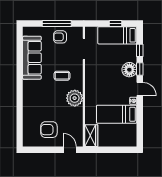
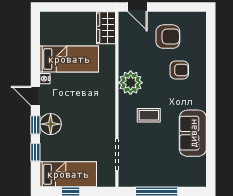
armchair: (60, 37) -> (179, 70), moved
sofa: (32, 58) -> (193, 133), width x0.73

